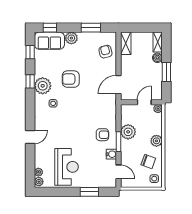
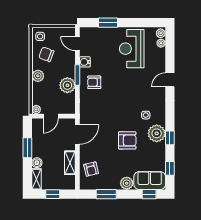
window: (142, 28) -> (53, 194), added
shelving: (126, 43) -> (70, 163), moved

